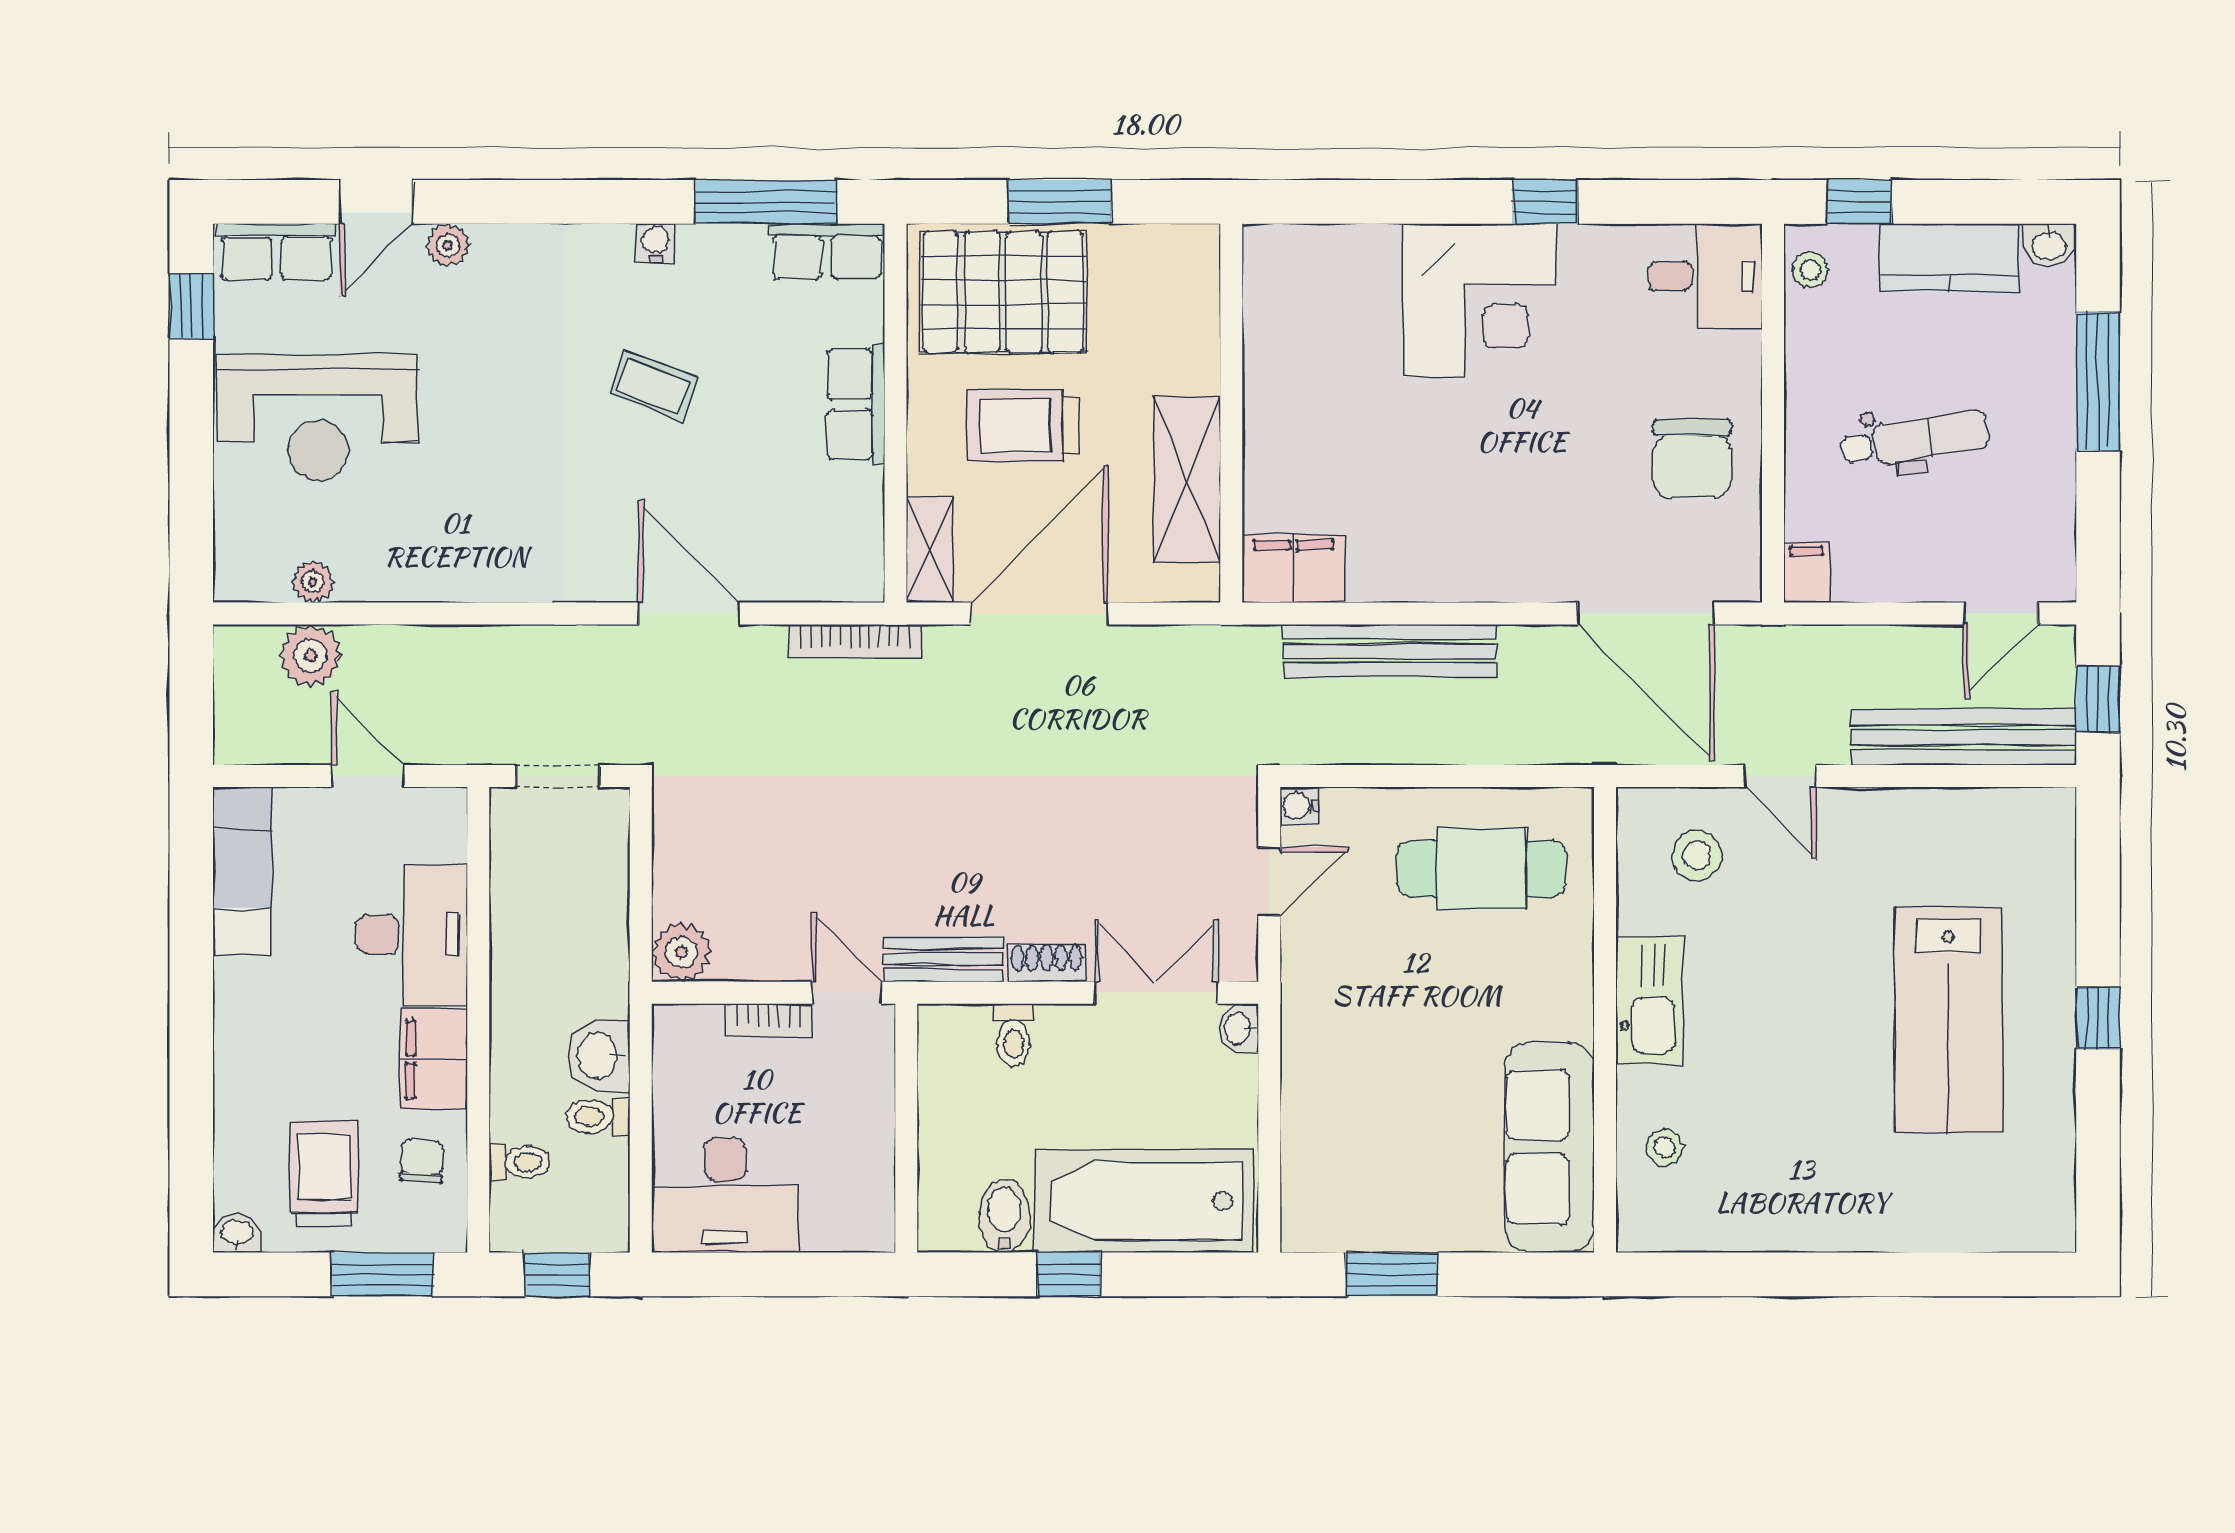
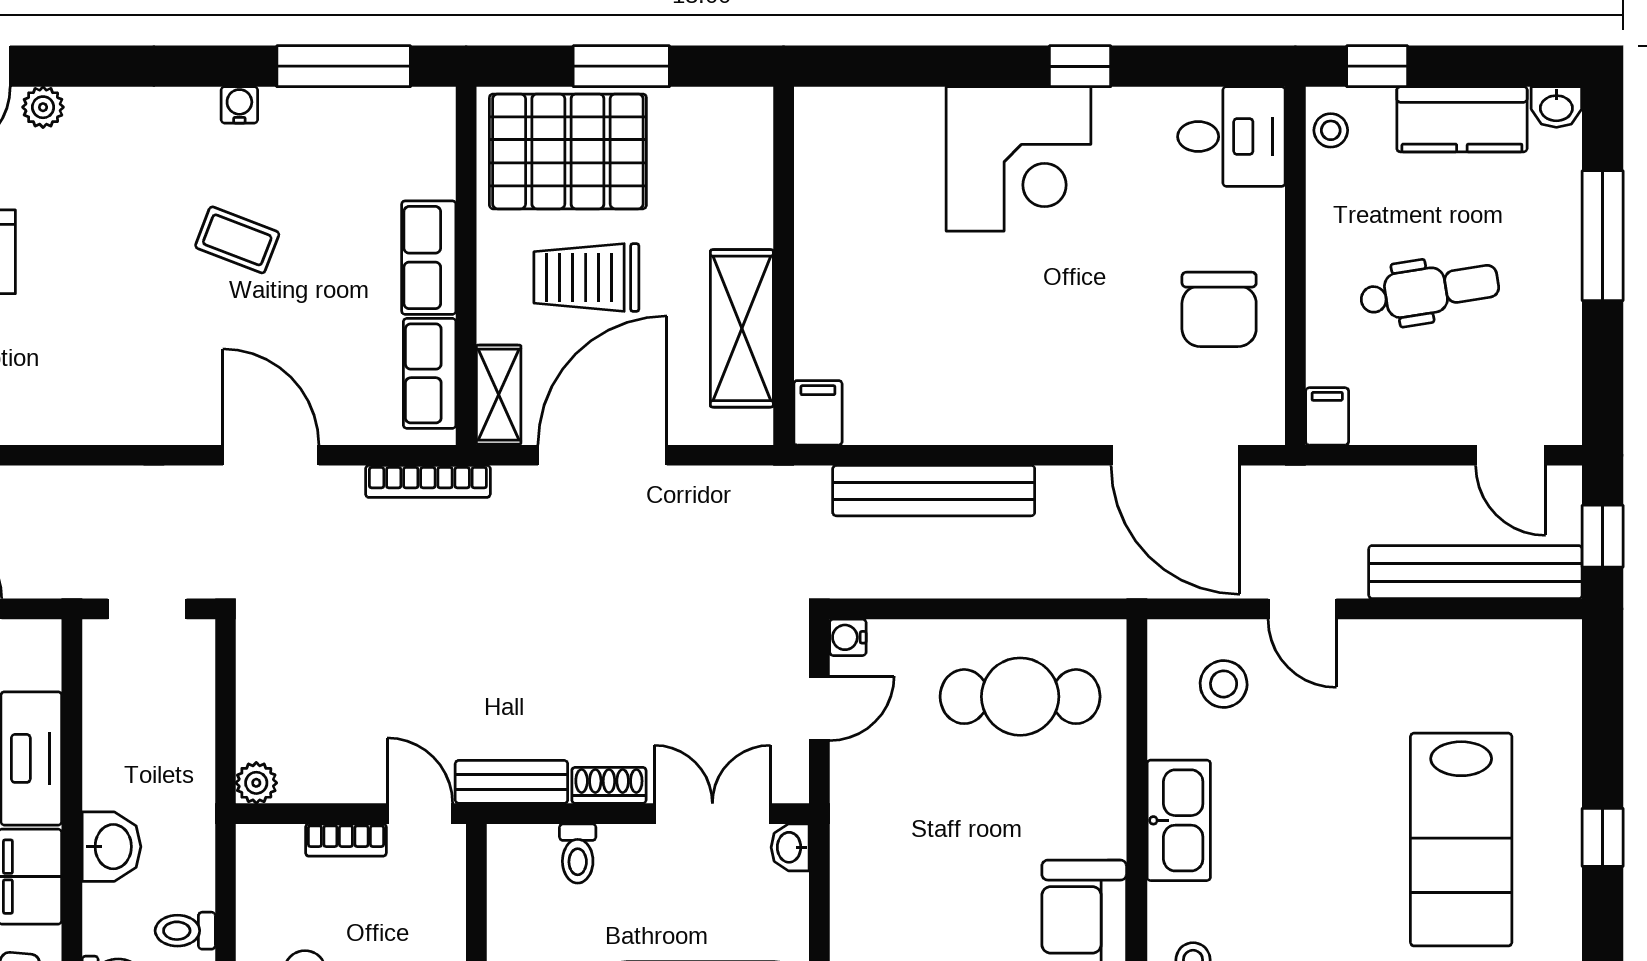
row of seats: (826, 251) -> (430, 373), moved, turned 90
filing cabinet: (1293, 569) -> (818, 413), width x0.50
door: (2001, 614) -> (1511, 455), hinge flipped
plant: (682, 952) -> (256, 783), width x0.73, depth x0.73
washbasin: (599, 1056) -> (111, 847), moved, turned 180

